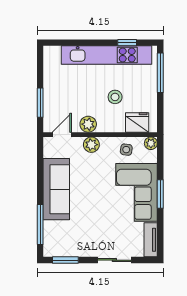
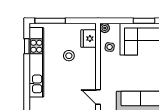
plant: (88, 124) -> (90, 76), removed
plant: (91, 145) -> (106, 74), removed

